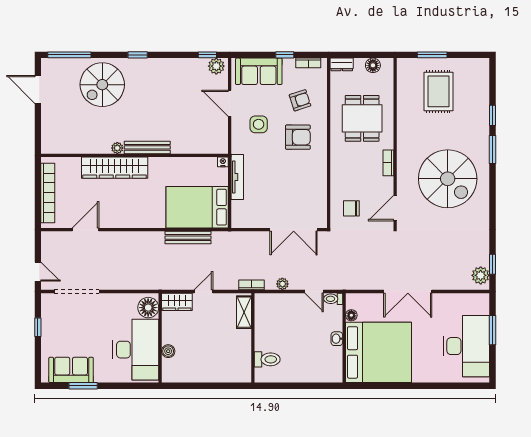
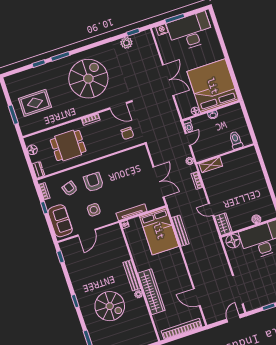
plant: (216, 66) -> (66, 249), removed
spiral stairs: (102, 85) -> (110, 306), moved
double door: (294, 230) -> (158, 182), moved
plant: (481, 275) -> (126, 43), moved
nightstand: (482, 307) -> (162, 30), added
shelving: (244, 312) -> (211, 165), moved
wall: (253, 338) -> (225, 154), moved
toilet: (267, 359) -> (236, 140), moved

